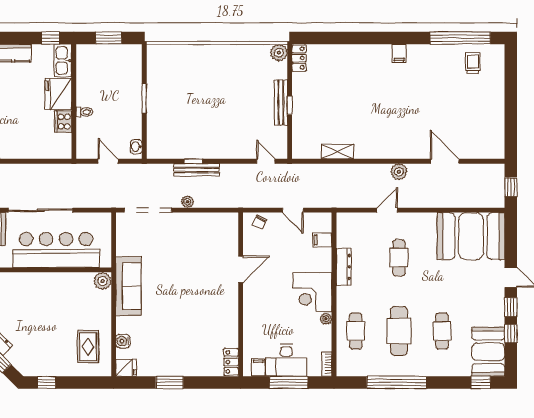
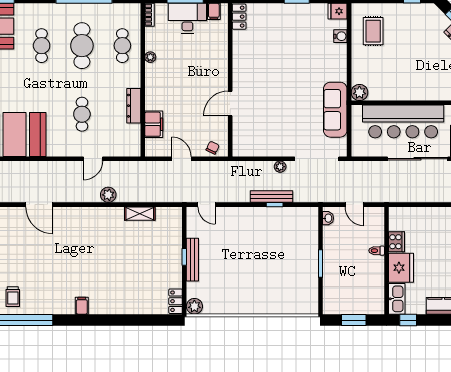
plant: (399, 172) -> (108, 195), moved
filing cabinet: (322, 240) -> (154, 124), width x2.00
sofa: (128, 286) -> (335, 110), moved
corner desk: (312, 292) -> (163, 82), removed

